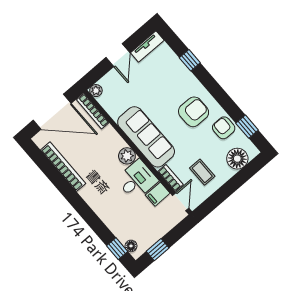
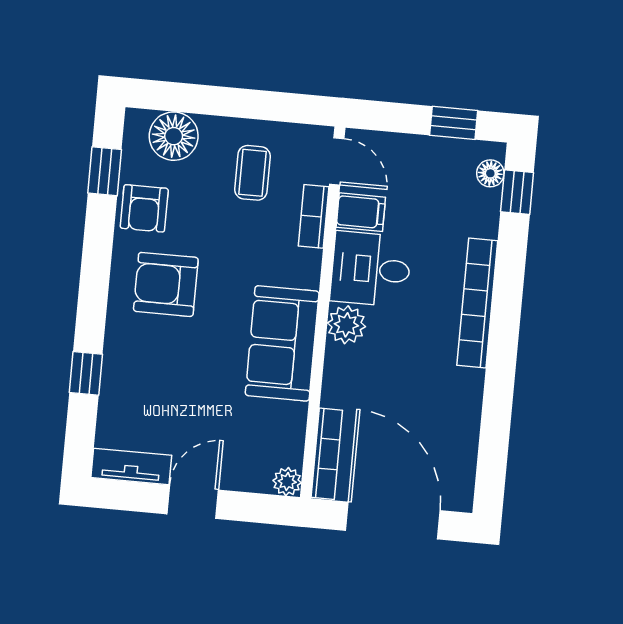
sofa: (146, 137) -> (282, 343), width x0.73
bookcase: (63, 167) -> (477, 303), moved
door: (181, 202) -> (337, 161), swing flipped

